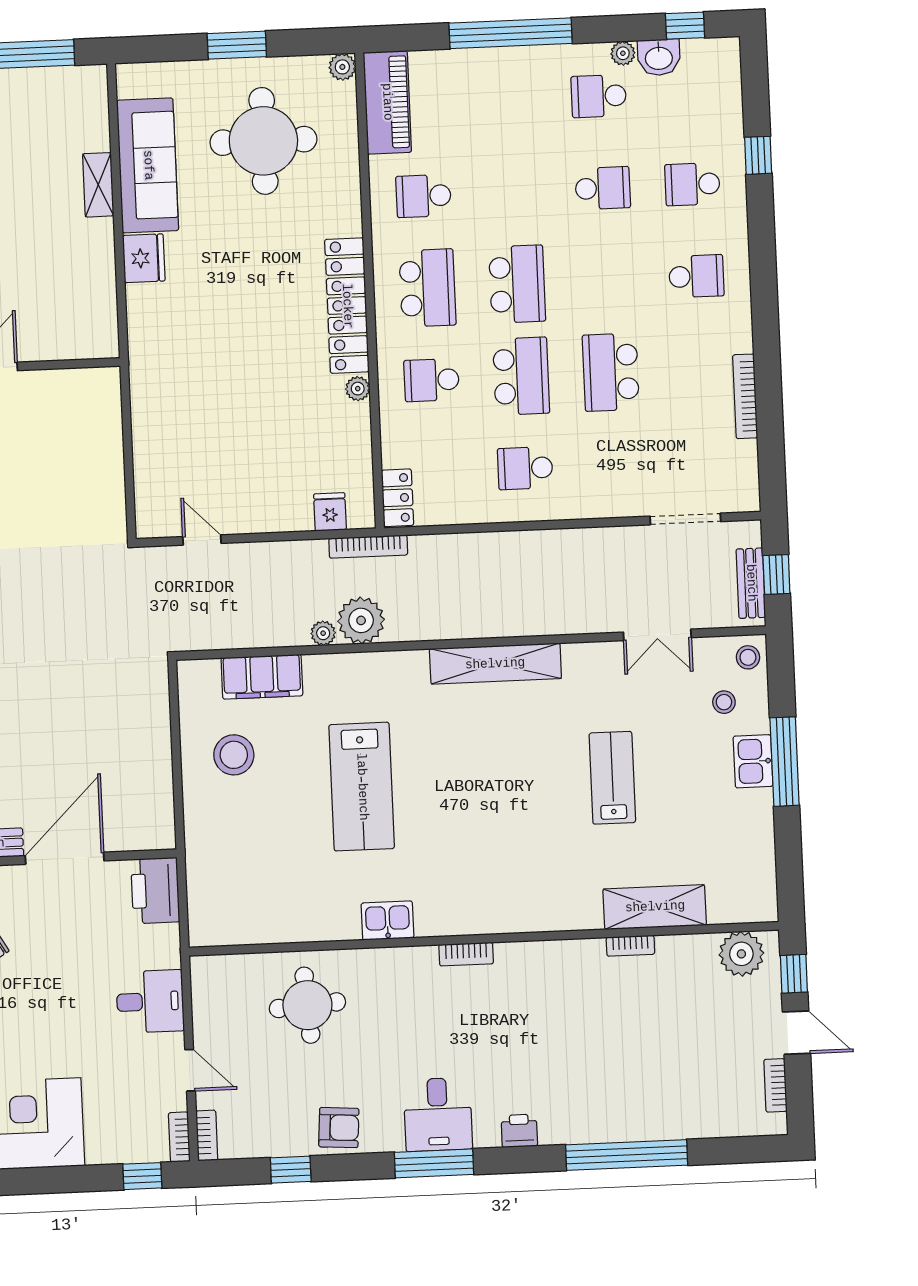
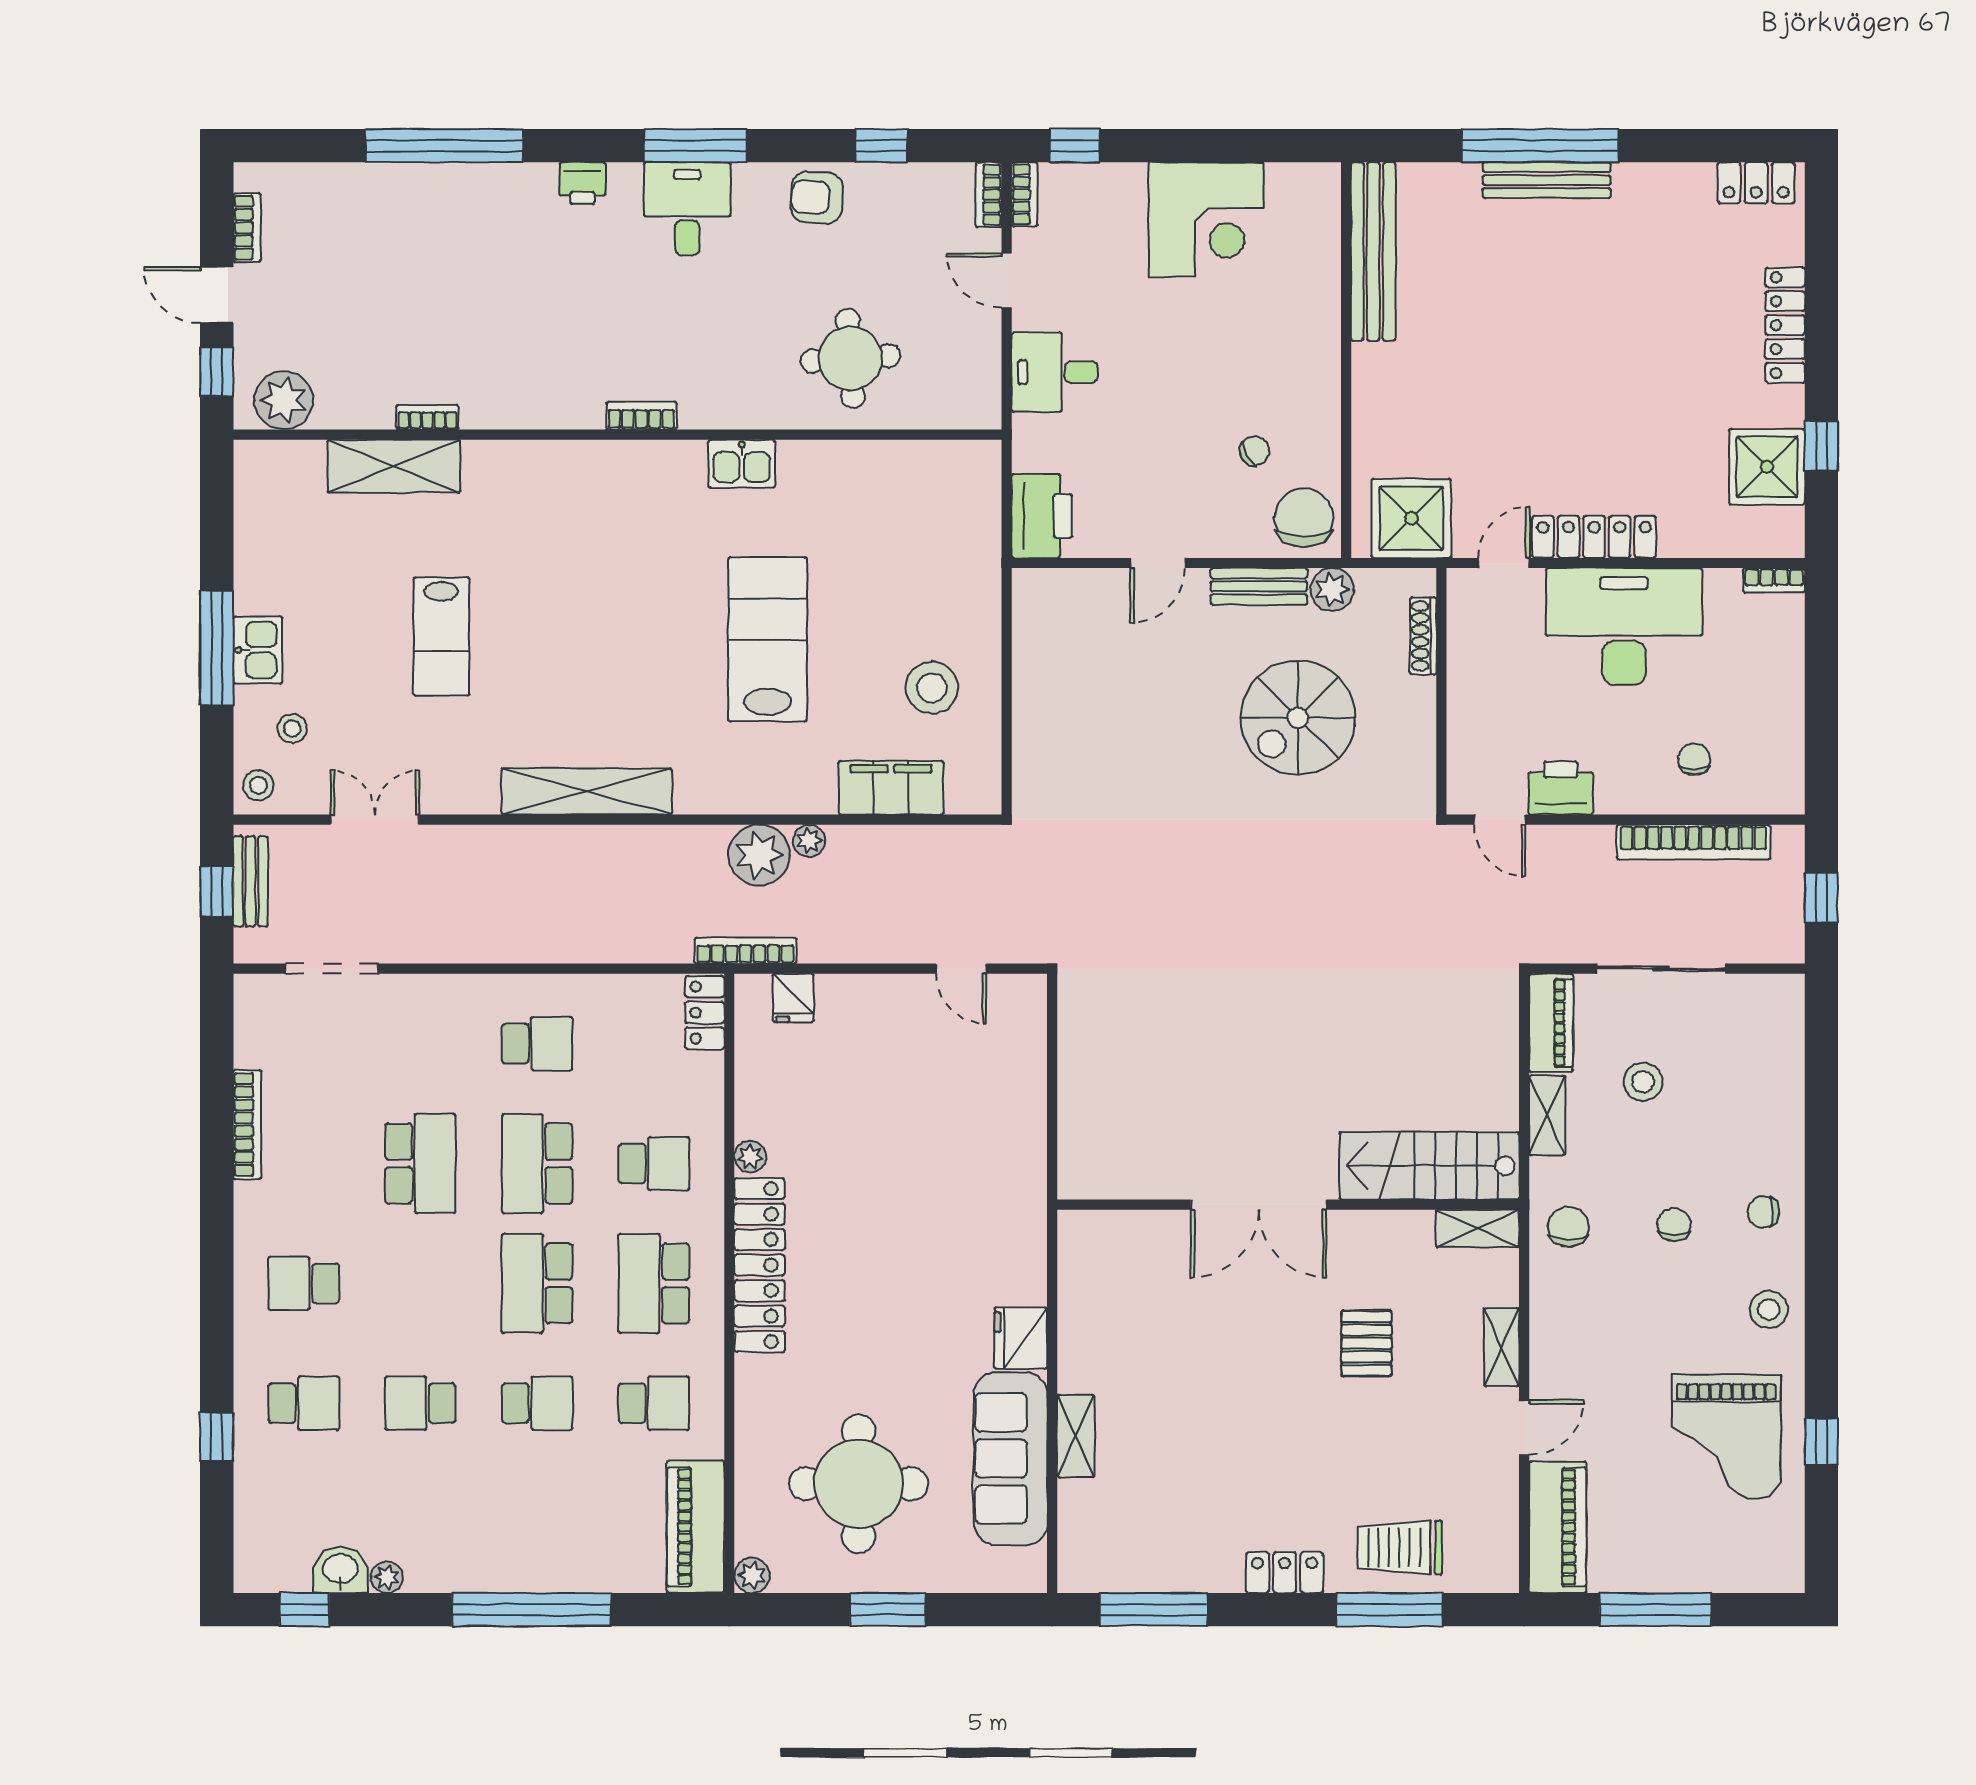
school desk: (599, 96) -> (537, 1403), moved
door: (65, 858) -> (1158, 563), width x0.53

